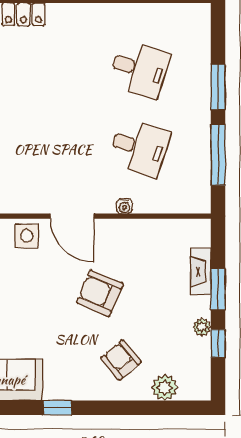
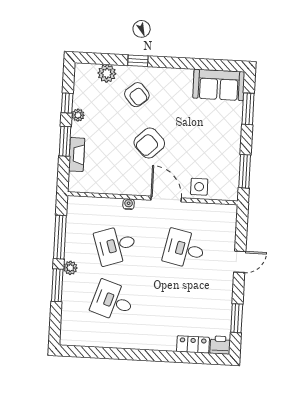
plant: (201, 112) -> (70, 268), added
desk: (43, 148) -> (184, 249), added
desk: (139, 148) -> (116, 245), turned -36
armchair: (100, 293) -> (149, 143), turned 113
window: (57, 408) -> (138, 61), moved

